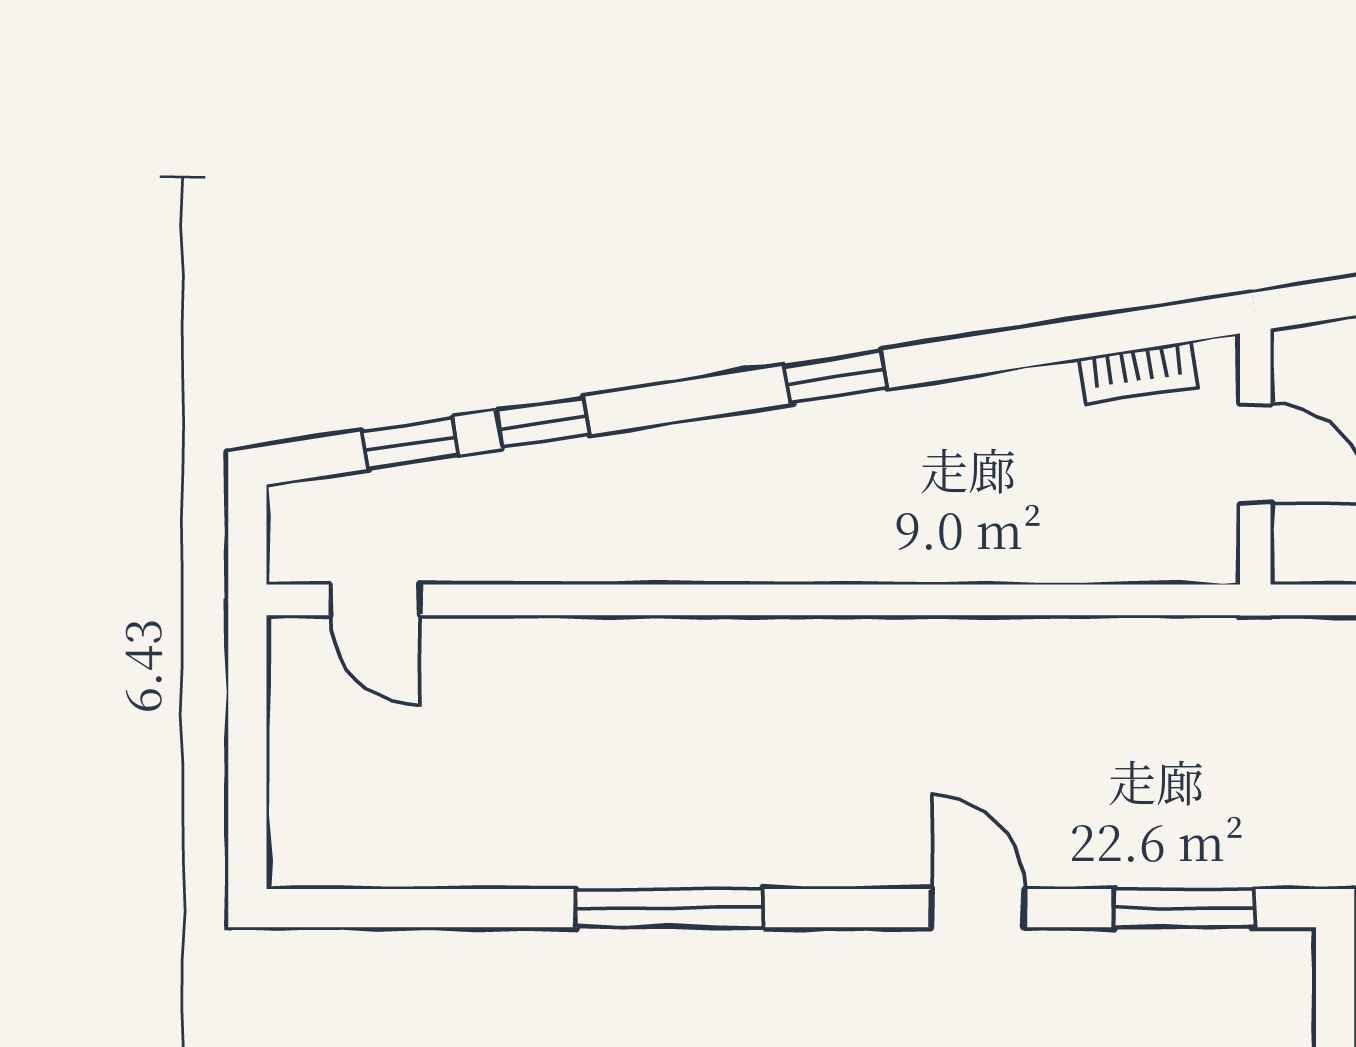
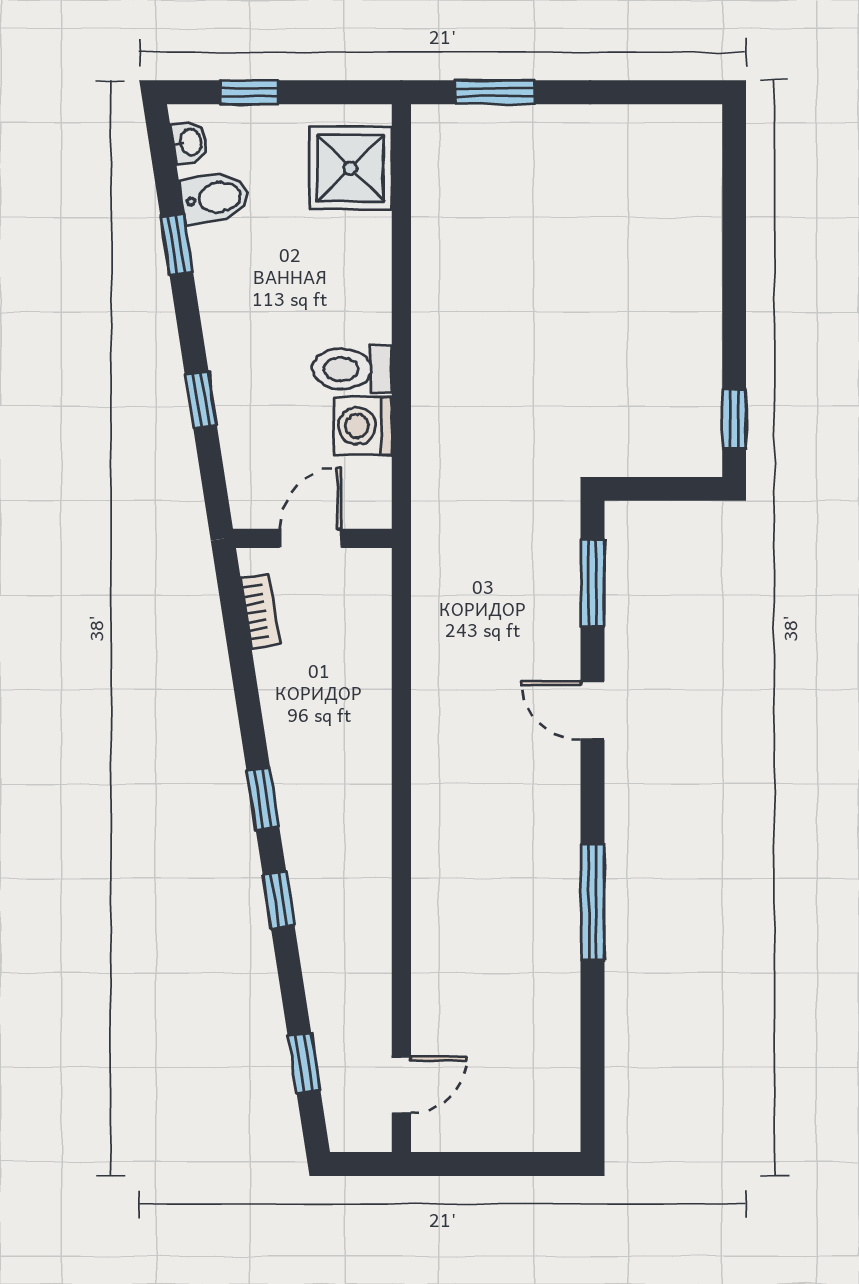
window: (543, 422) -> (279, 900), moved
door: (978, 908) -> (593, 711), hinge flipped

